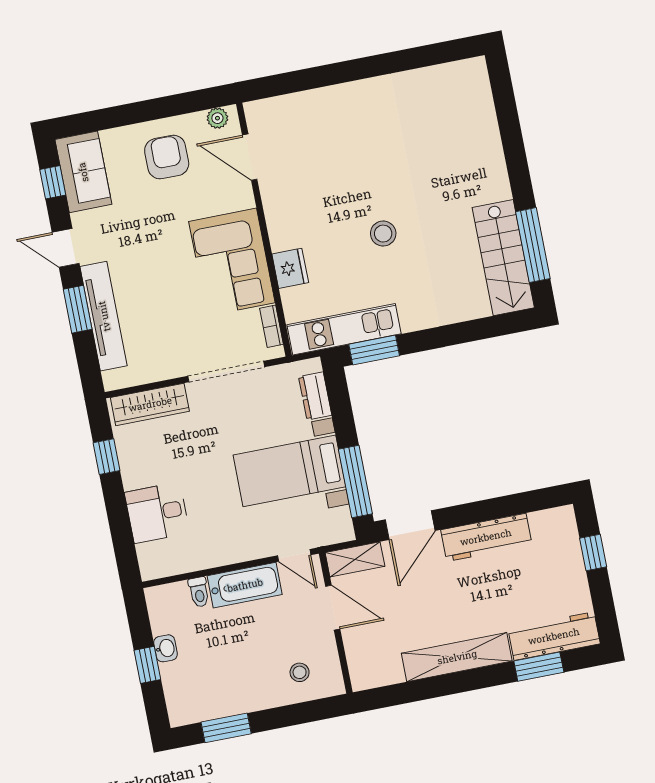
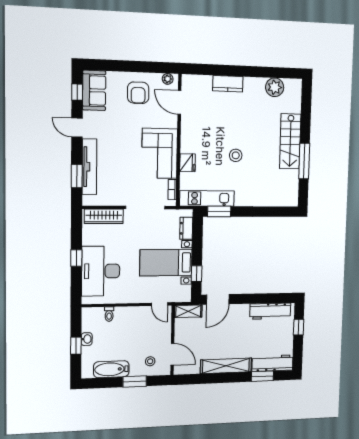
plant: (432, 84) -> (275, 87), added
kitchen counter: (337, 99) -> (228, 84), added
armchair: (167, 157) -> (138, 93), turned 180
window: (533, 245) -> (304, 161), moved
stairs: (503, 258) -> (290, 141), moved
window: (78, 309) -> (77, 176), moved
window: (107, 457) -> (76, 258), moved
window: (355, 481) -> (197, 274), width x0.46
desk: (157, 513) -> (101, 271), width x1.87, depth x1.30
workbench: (486, 537) -> (270, 311), moved
bathtub: (245, 585) -> (111, 369), moved, turned 180
door: (333, 608) -> (172, 354), moved
window: (226, 728) -> (135, 382), moved

